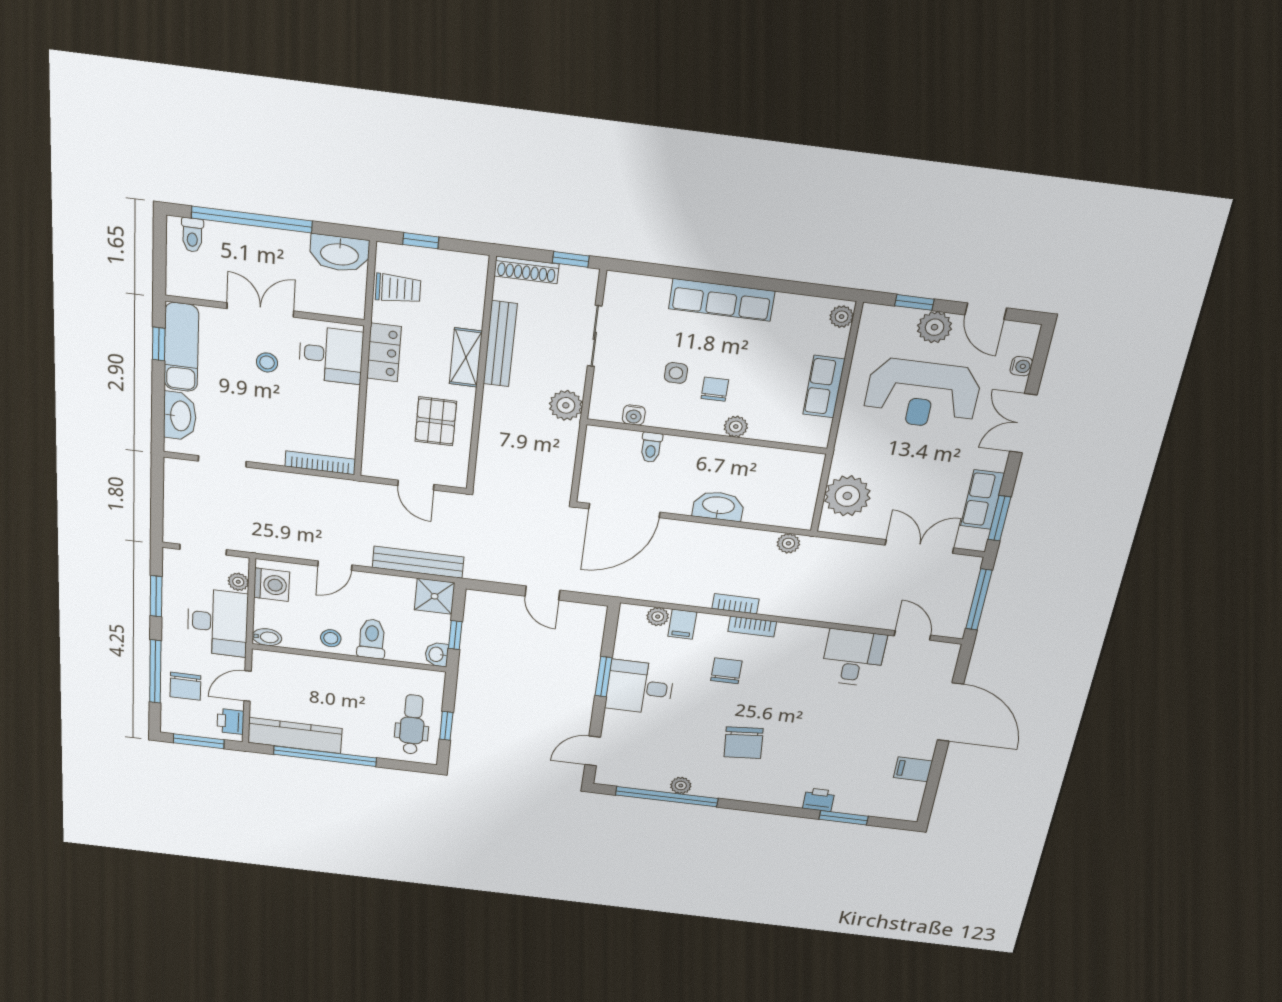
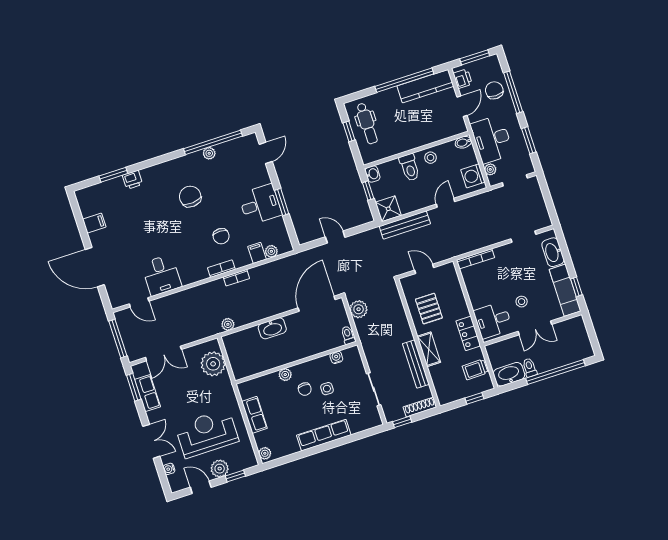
toilet: (192, 235) -> (530, 368), moved
plant: (566, 405) -> (359, 309), moved
toilet: (651, 447) -> (348, 335), moved

